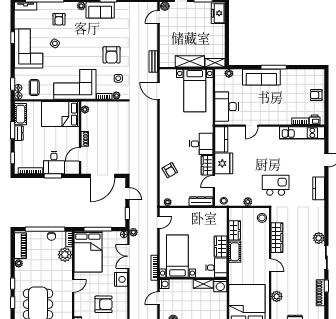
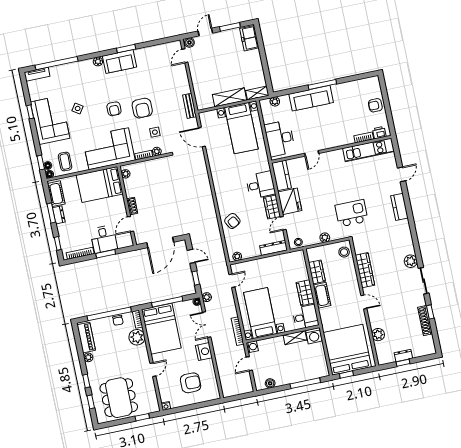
armchair: (59, 19) -> (114, 109), moved

